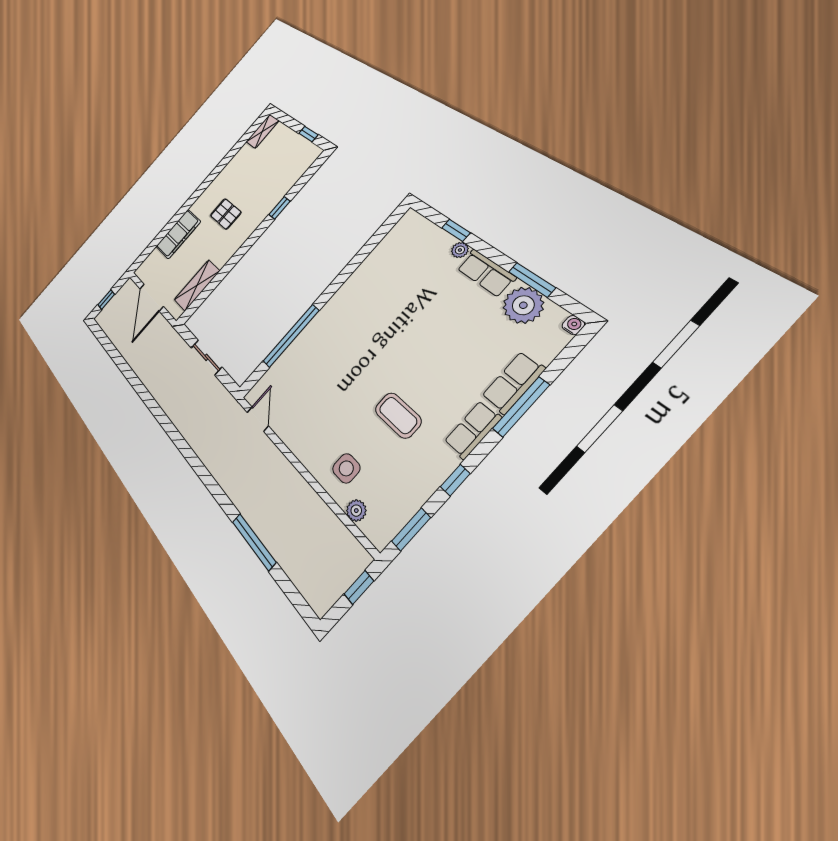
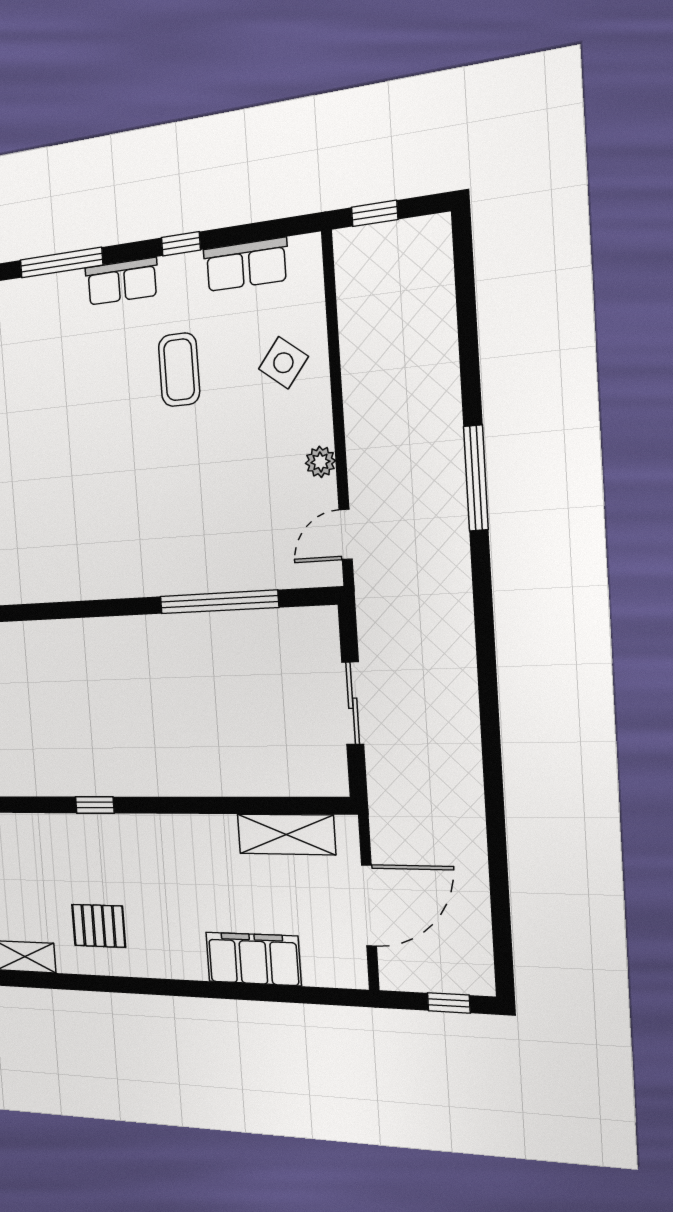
pallet: (226, 214) -> (99, 926), moved, turned 90
row of seats: (513, 383) -> (246, 265), moved
side table: (346, 468) -> (283, 363), turned 38
plant: (356, 511) -> (320, 462), moved
window: (411, 529) -> (267, 230), removed
window: (254, 542) -> (476, 478), moved

